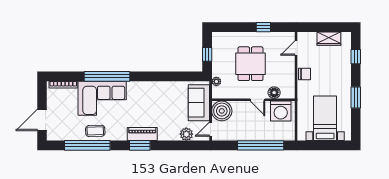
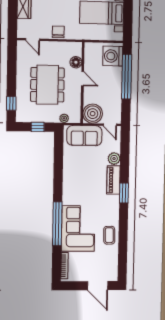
window: (263, 27) -> (11, 103), moved
dining table: (251, 64) -> (47, 85), width x1.38
door: (257, 100) -> (83, 79), hinge flipped
washing machine: (281, 111) -> (113, 56), moved, turned 180
piano: (142, 134) -> (113, 180), moved
plant: (186, 134) -> (114, 159), moved
window: (87, 145) -> (123, 243), removed

